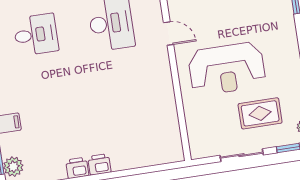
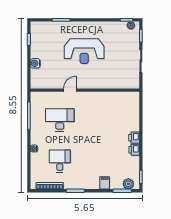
reception desk: (227, 69) -> (84, 51), moved, turned 90
rug: (260, 113) -> (120, 48), removed

